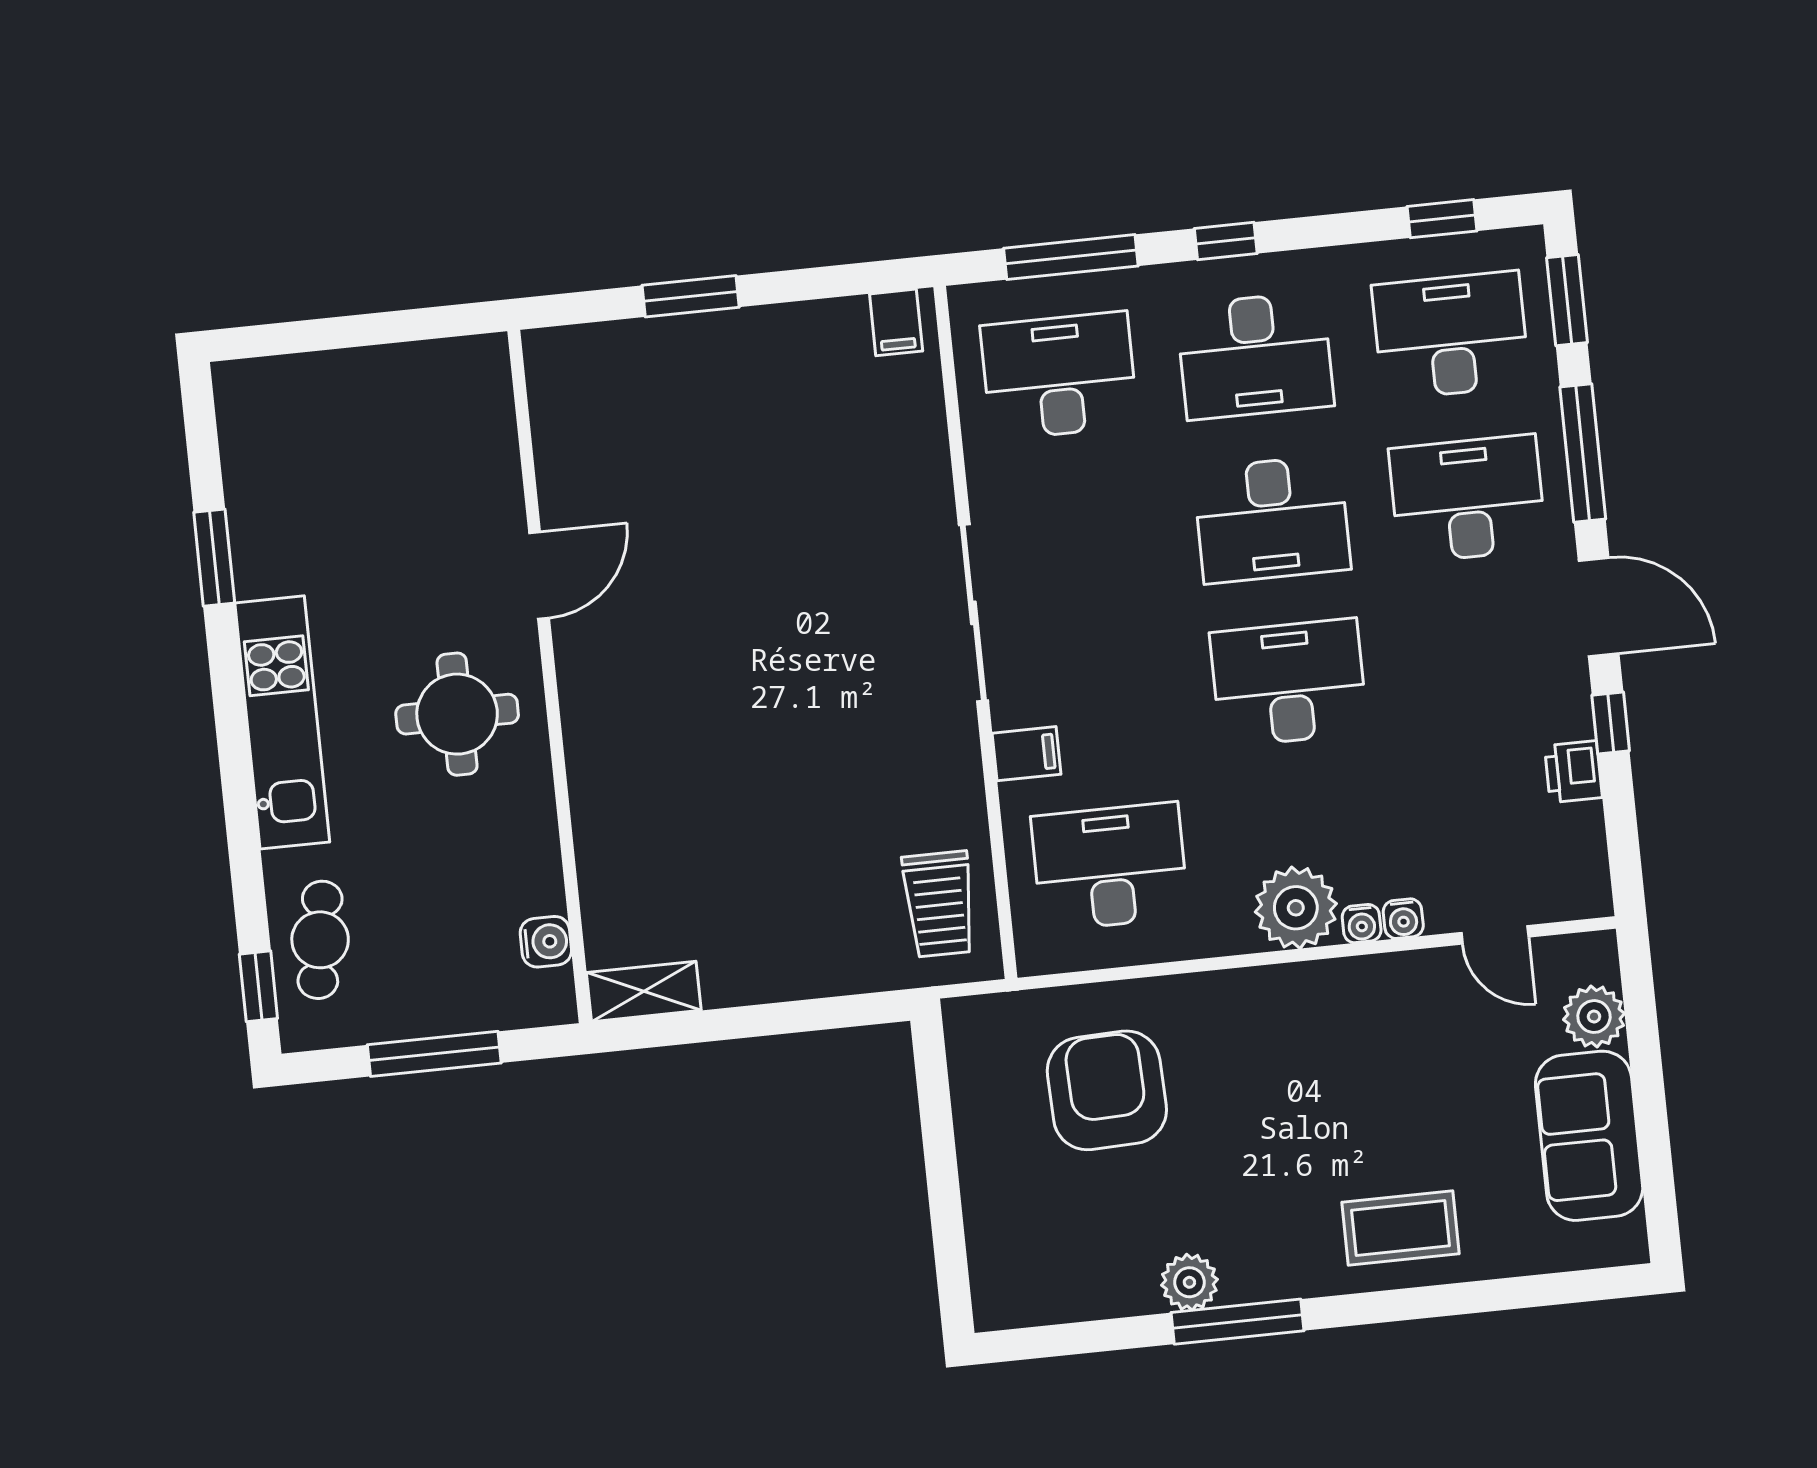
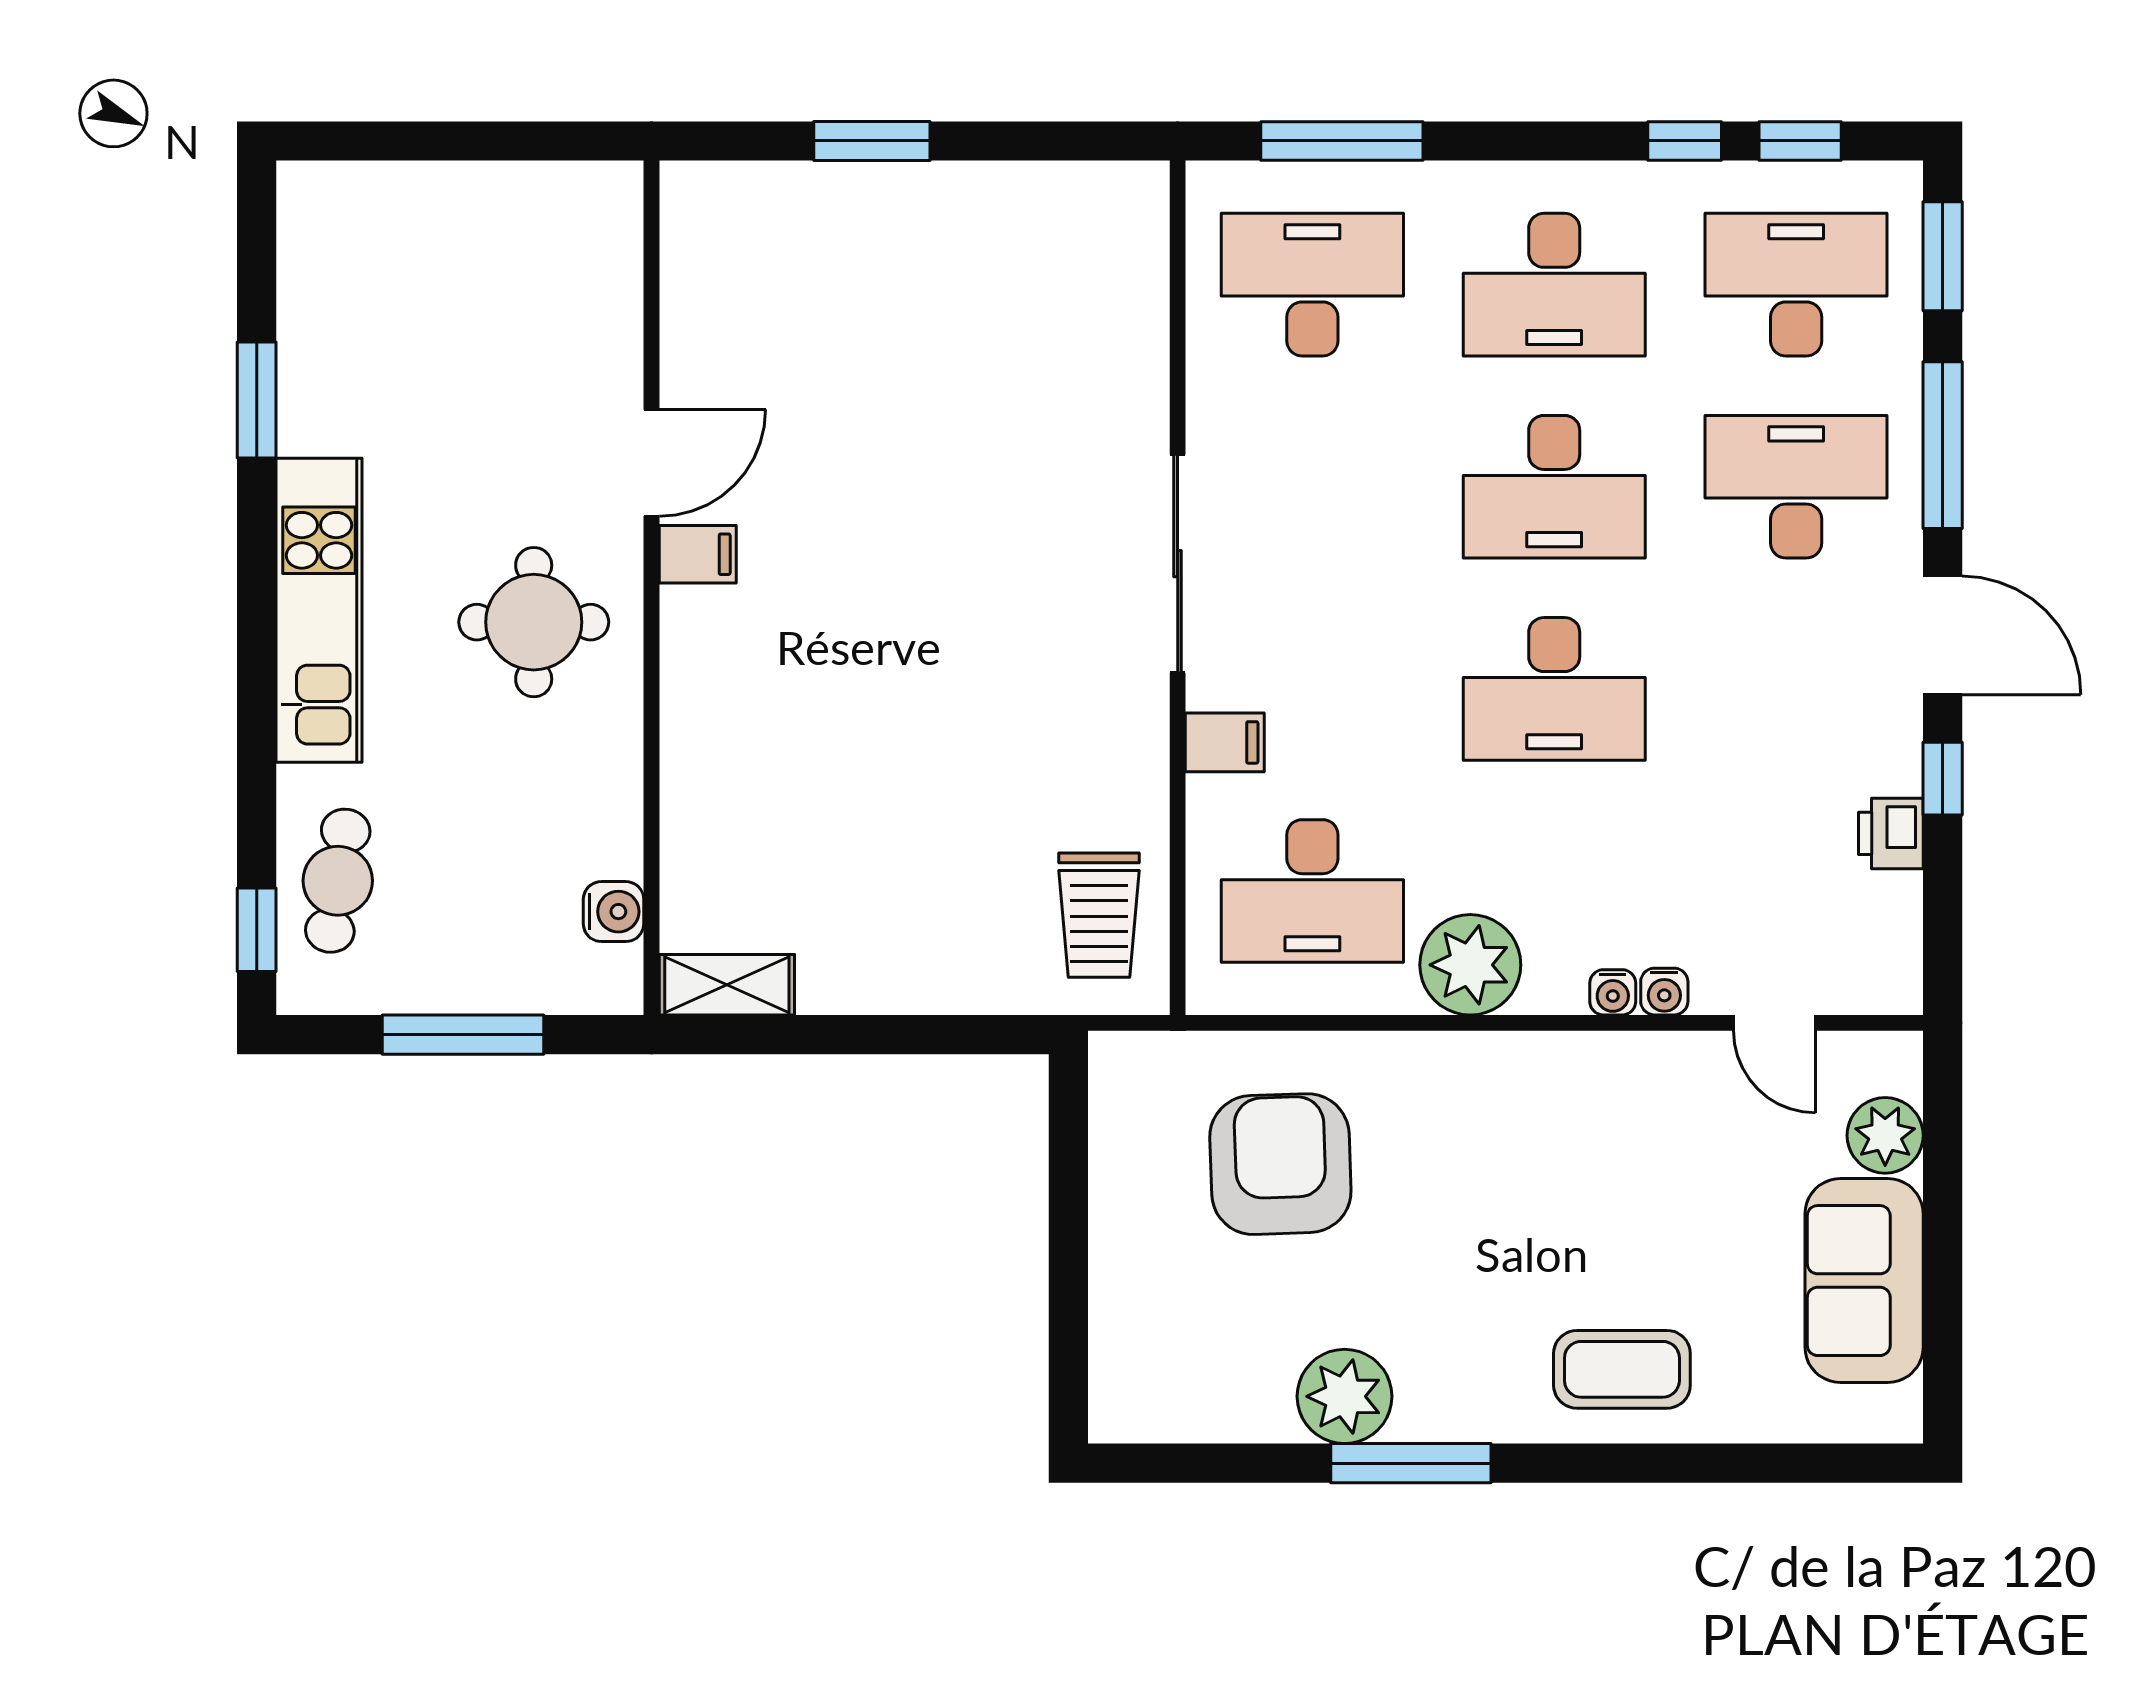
window: (1226, 241) -> (1685, 141), moved
filing cabinet: (896, 322) -> (698, 554), moved, turned -90
desk: (1289, 683) -> (1554, 689), turned 180
desk: (1110, 867) -> (1312, 891), turned 180
plant: (1296, 908) -> (1470, 965), moved
plant: (1189, 1282) -> (1345, 1396), width x1.36, depth x1.36

